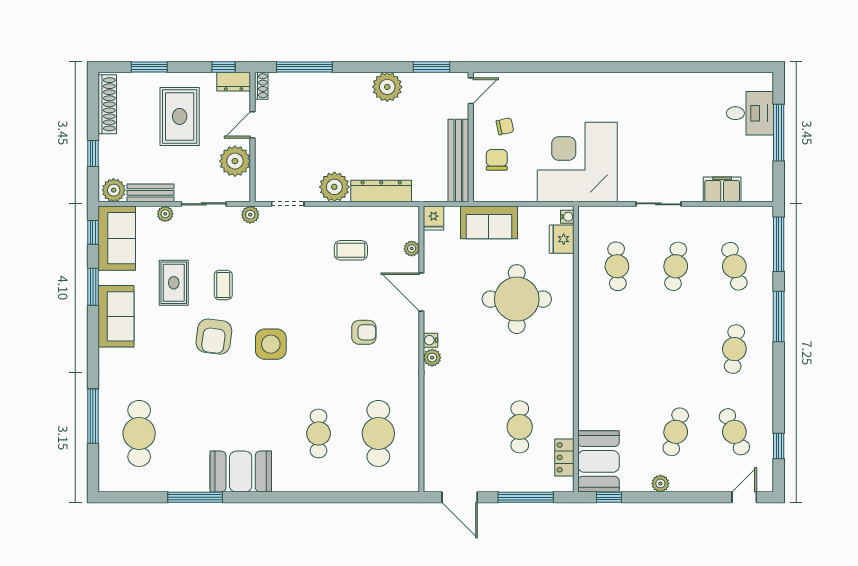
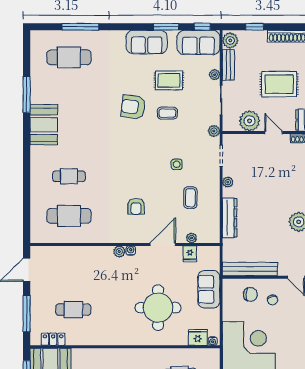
plant: (334, 187) -> (228, 182), width x0.53, depth x0.53
fridge: (434, 218) -> (190, 254), moved, turned -90
side table: (271, 344) -> (177, 164), moved, width x0.54, depth x0.54

